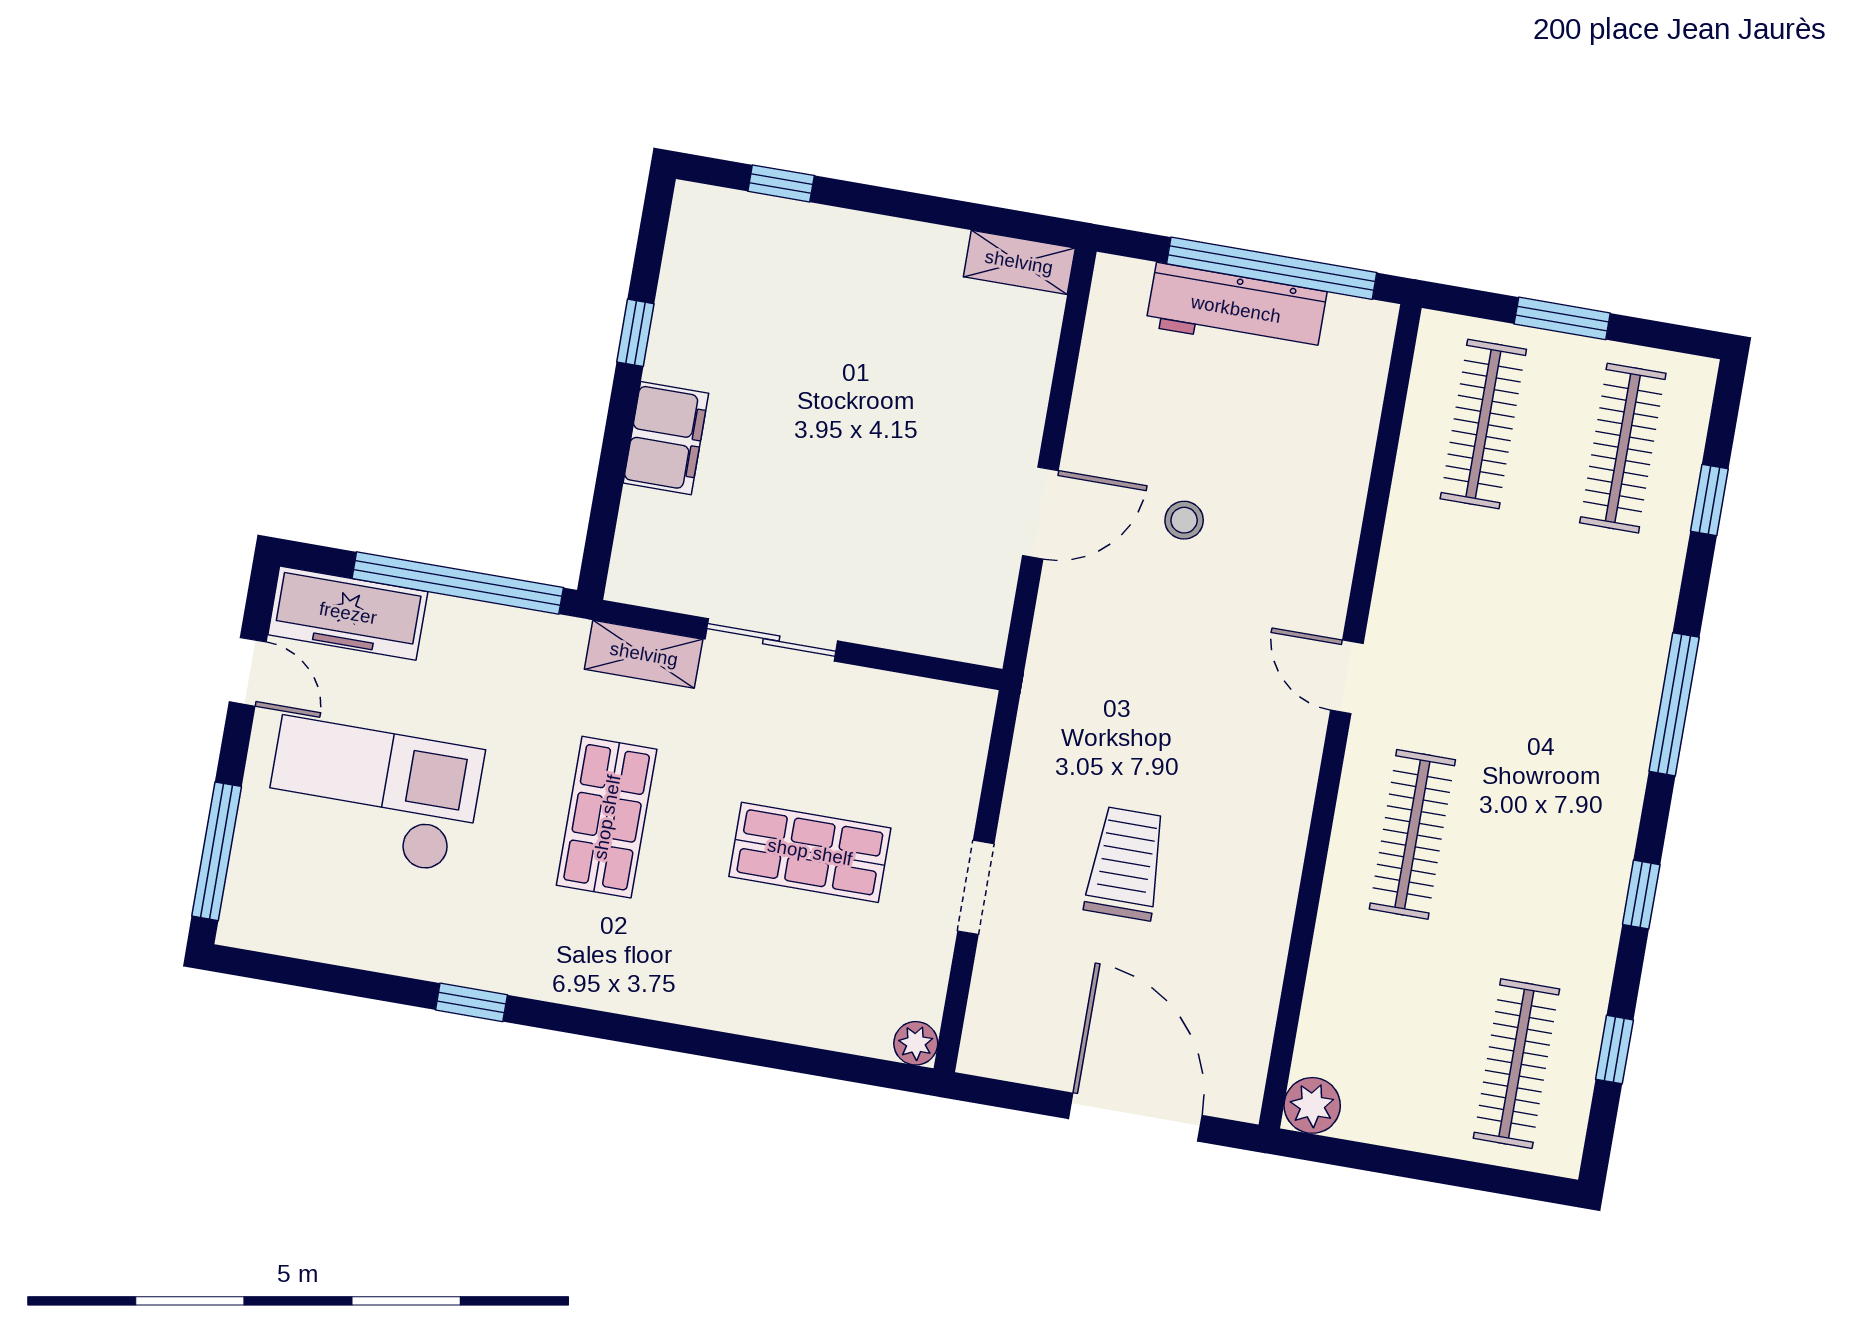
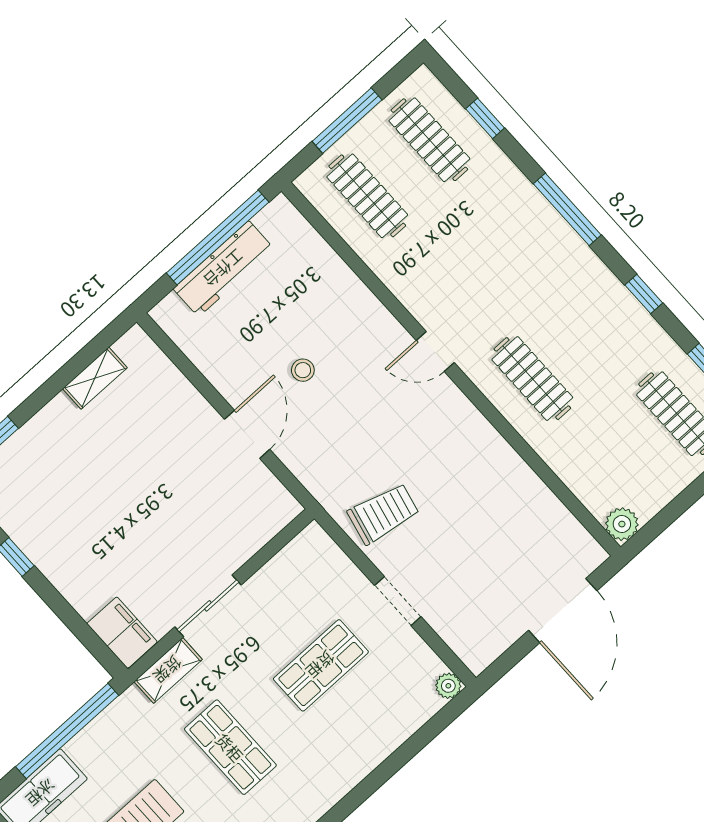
shelving: (1019, 262) -> (95, 378), moved
window: (1562, 318) -> (347, 121), width x1.44
filing cabinet: (666, 438) -> (122, 633), moved
trolley: (1126, 864) -> (383, 513), moved, turned 103
door: (1135, 1117) -> (563, 611), swing flipped

